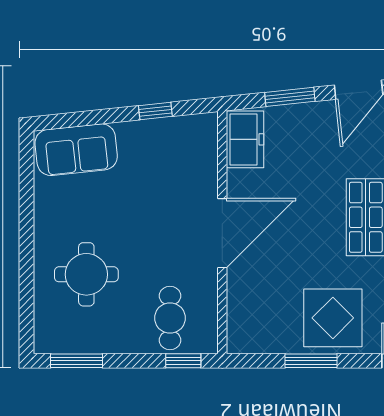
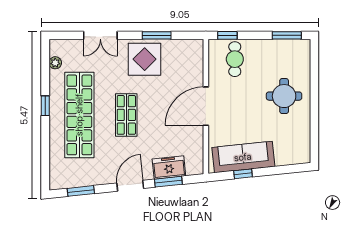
freezer: (245, 139) -> (169, 167), moved, turned 84
sofa: (76, 150) -> (243, 157), moved, width x1.36
round table: (86, 274) -> (284, 96), moved

